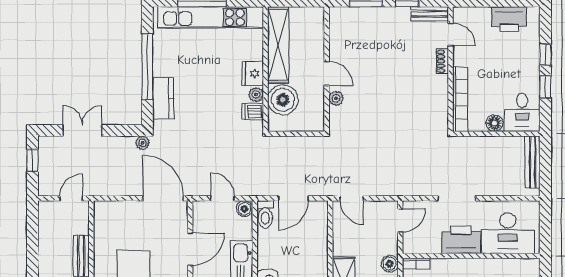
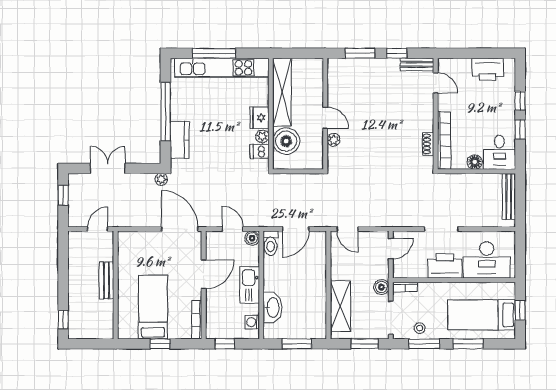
shoe rack: (442, 61) -> (428, 144), moved

